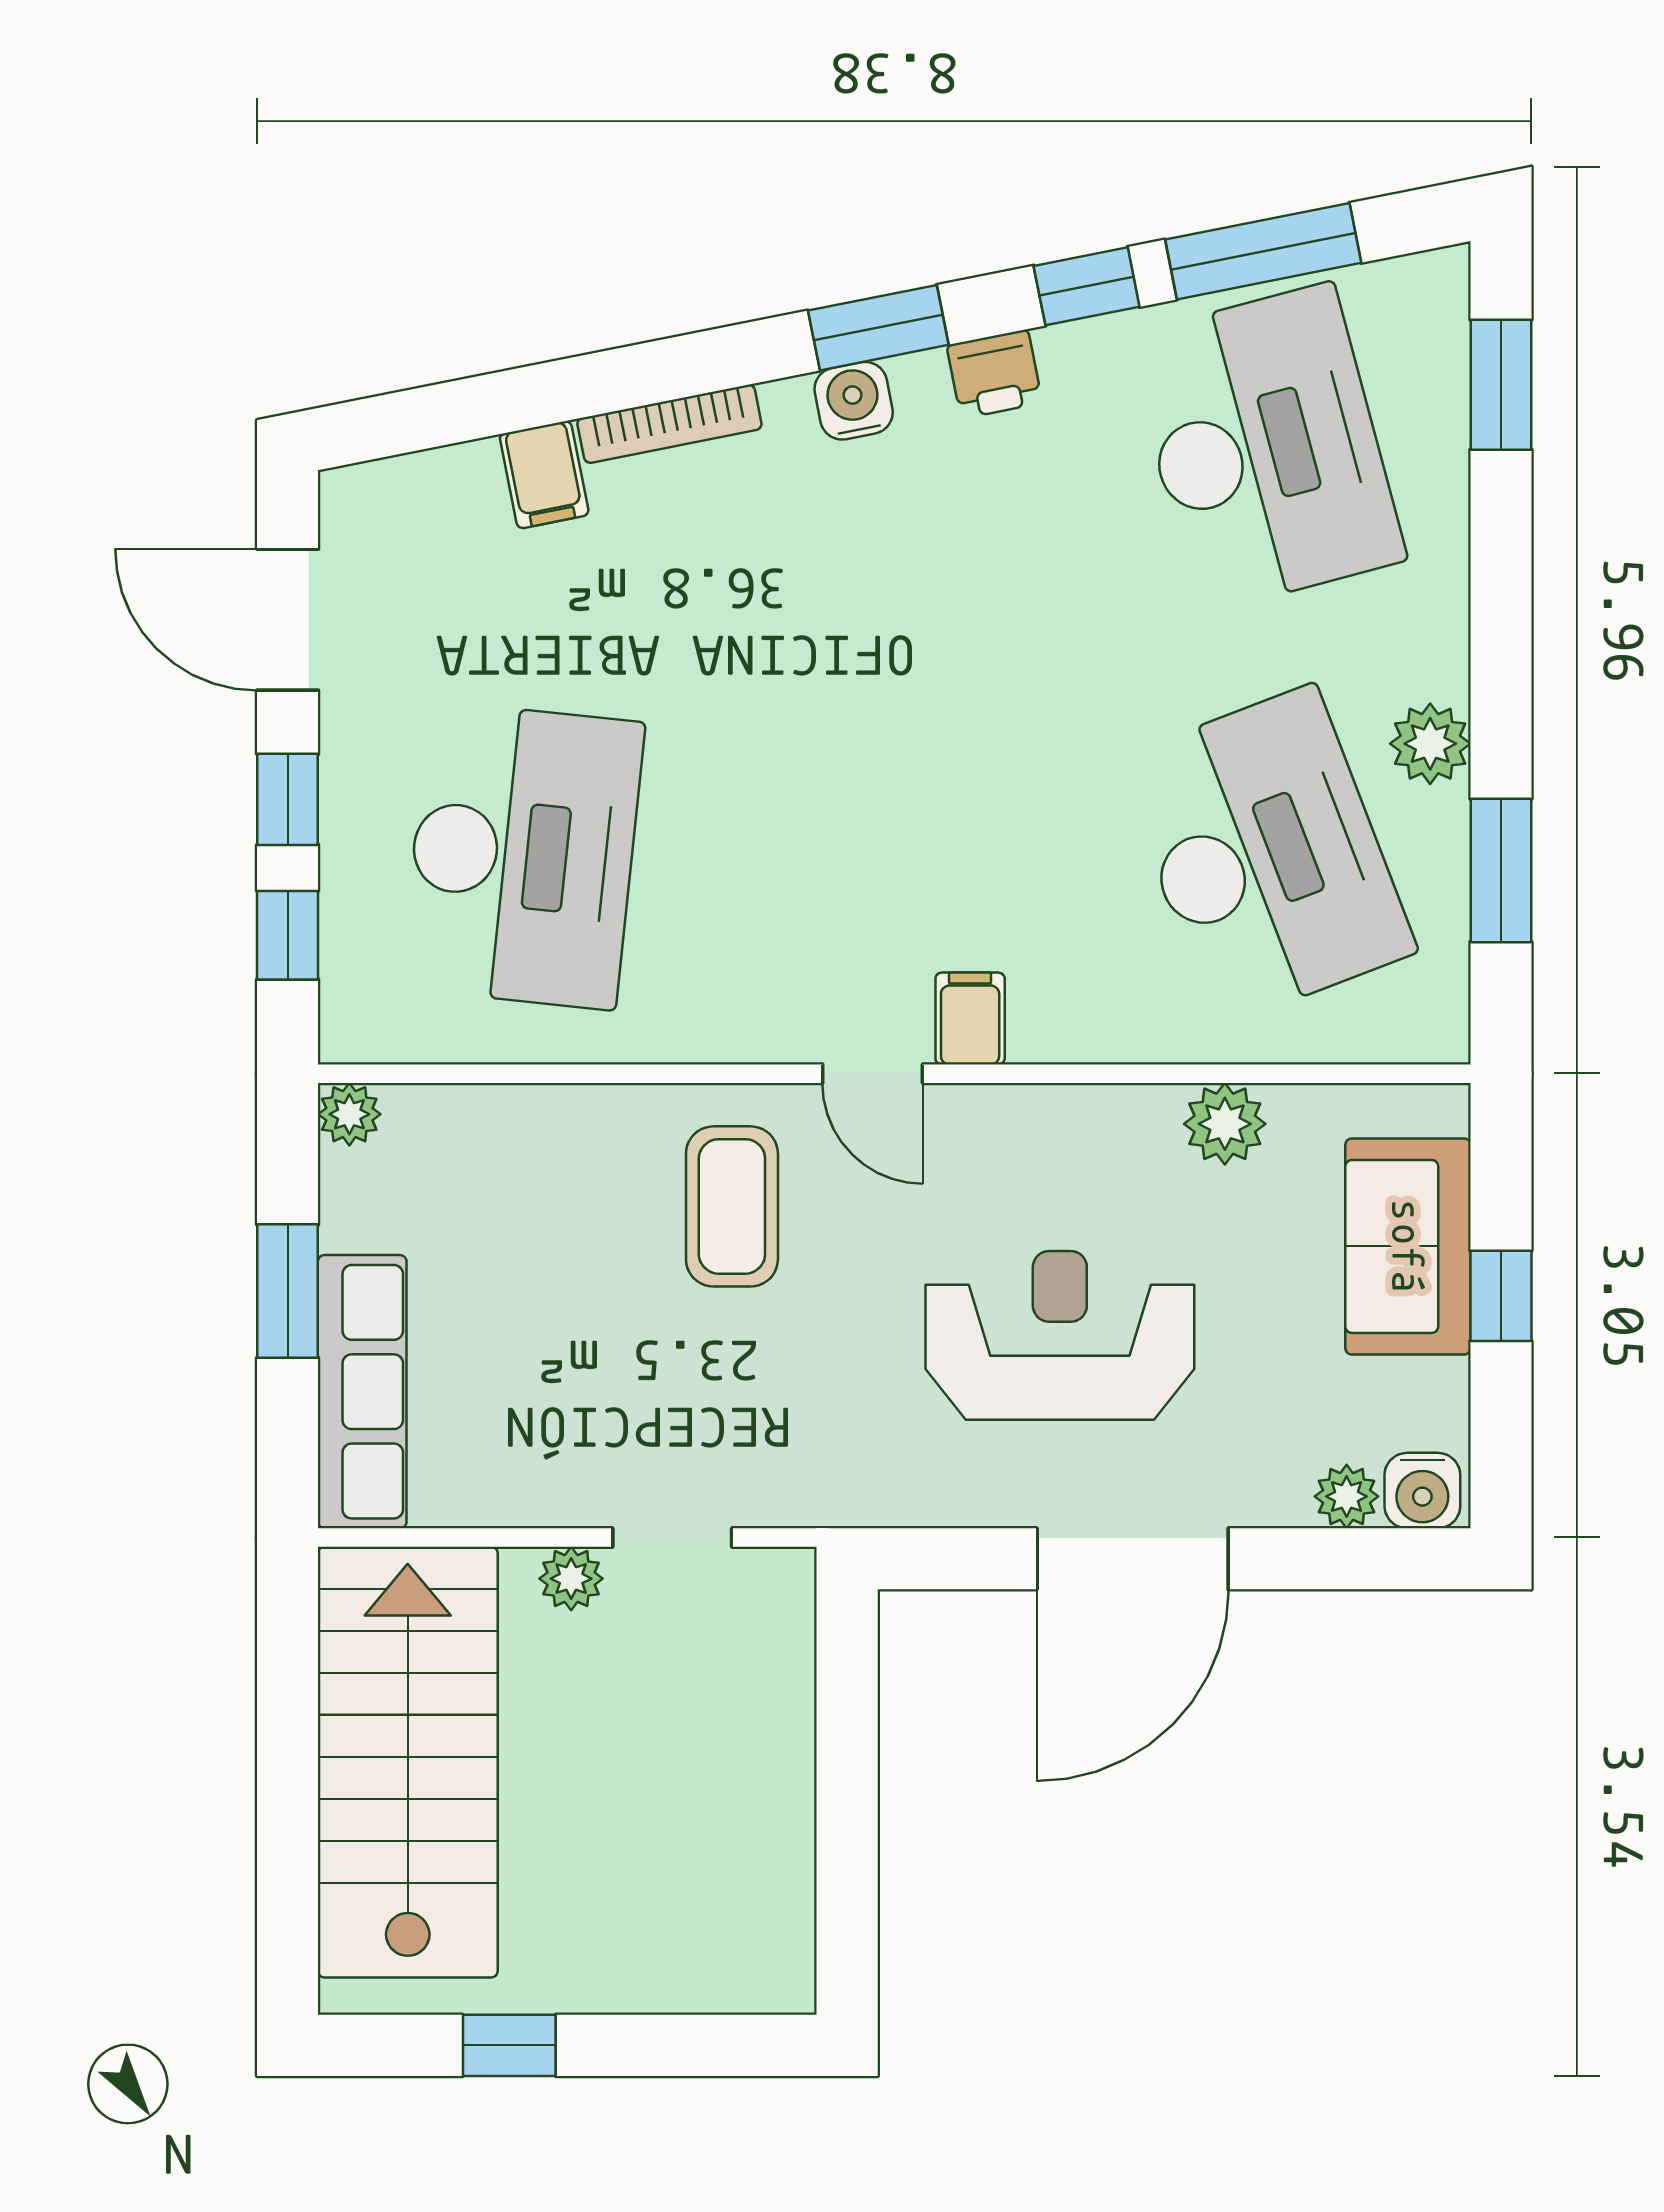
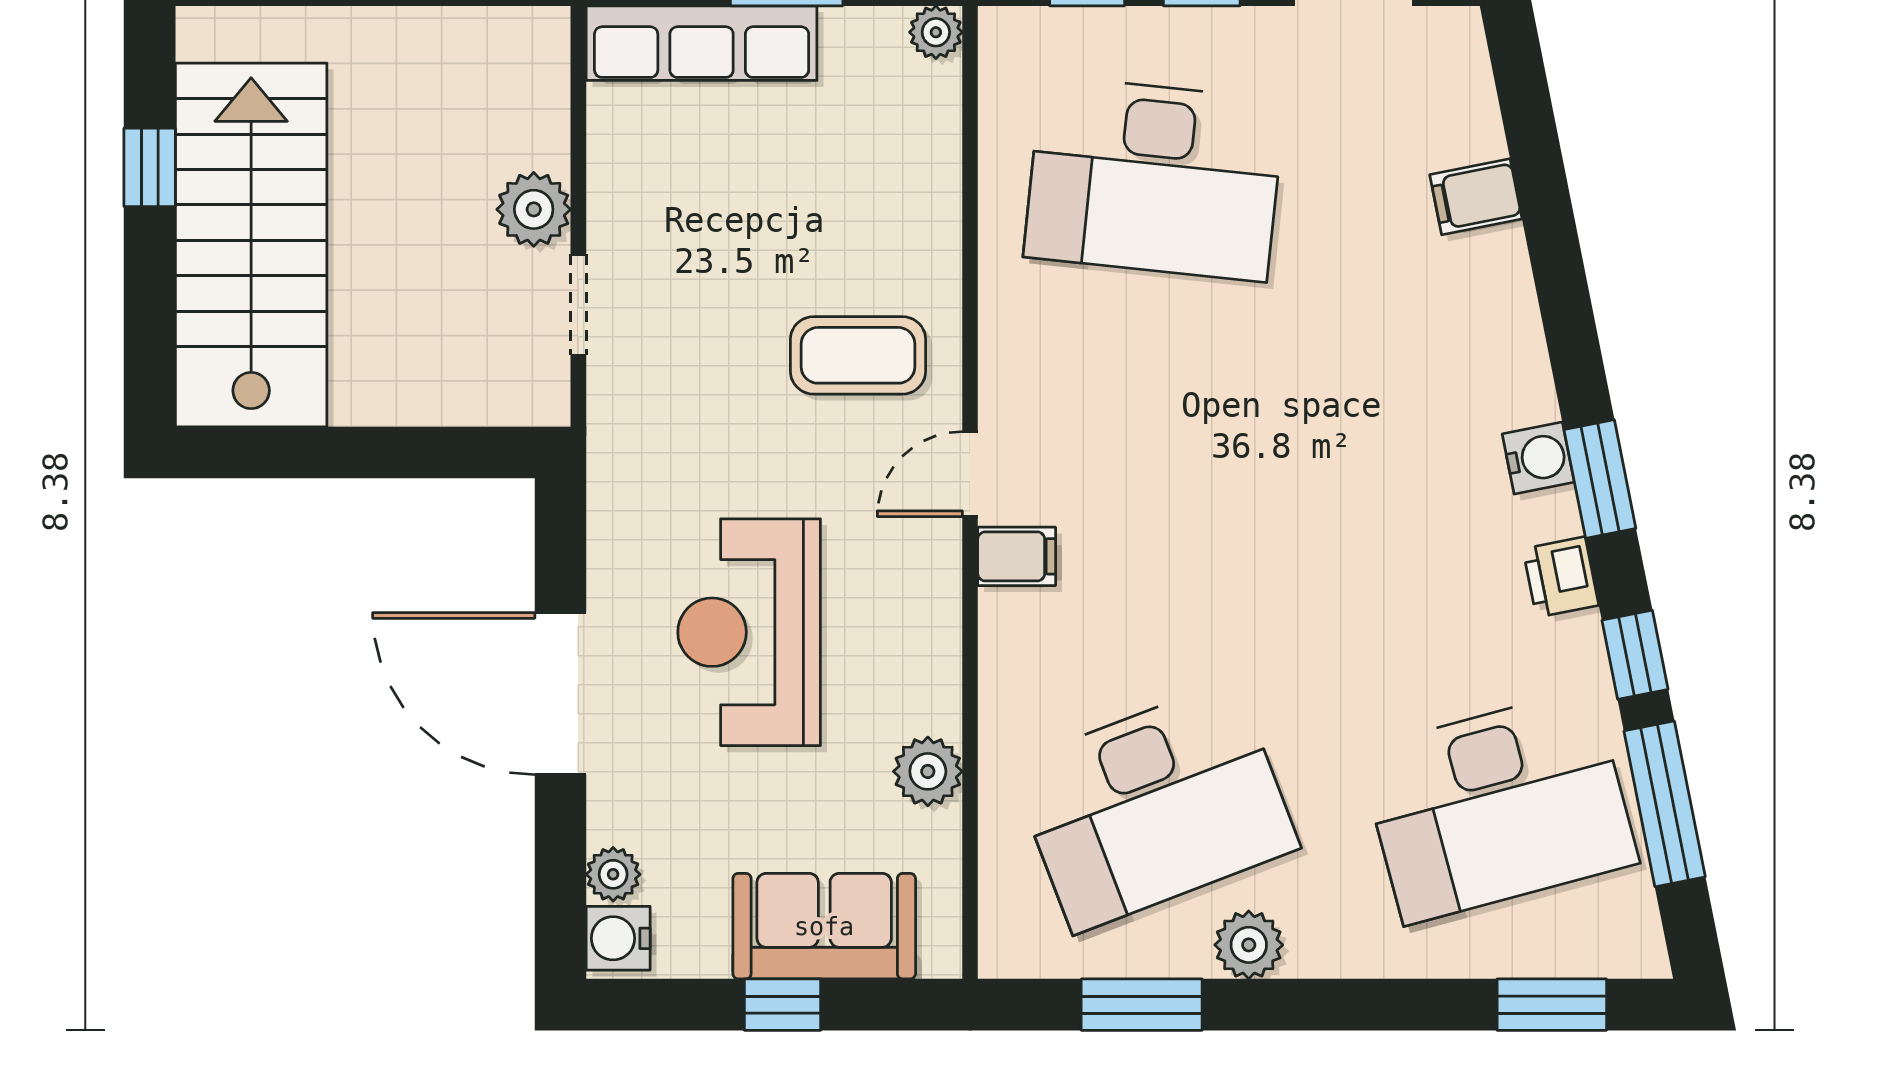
bookcase: (669, 424) -> (1519, 303), removed
reception desk: (1060, 1335) -> (749, 632), turned 180
plant: (571, 1579) -> (534, 209), width x1.38, depth x1.38
stairs: (408, 1762) -> (251, 245), moved, turned -90

